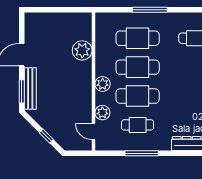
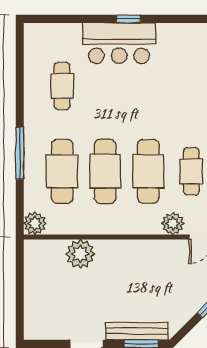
plant: (103, 84) -> (35, 223), moved

